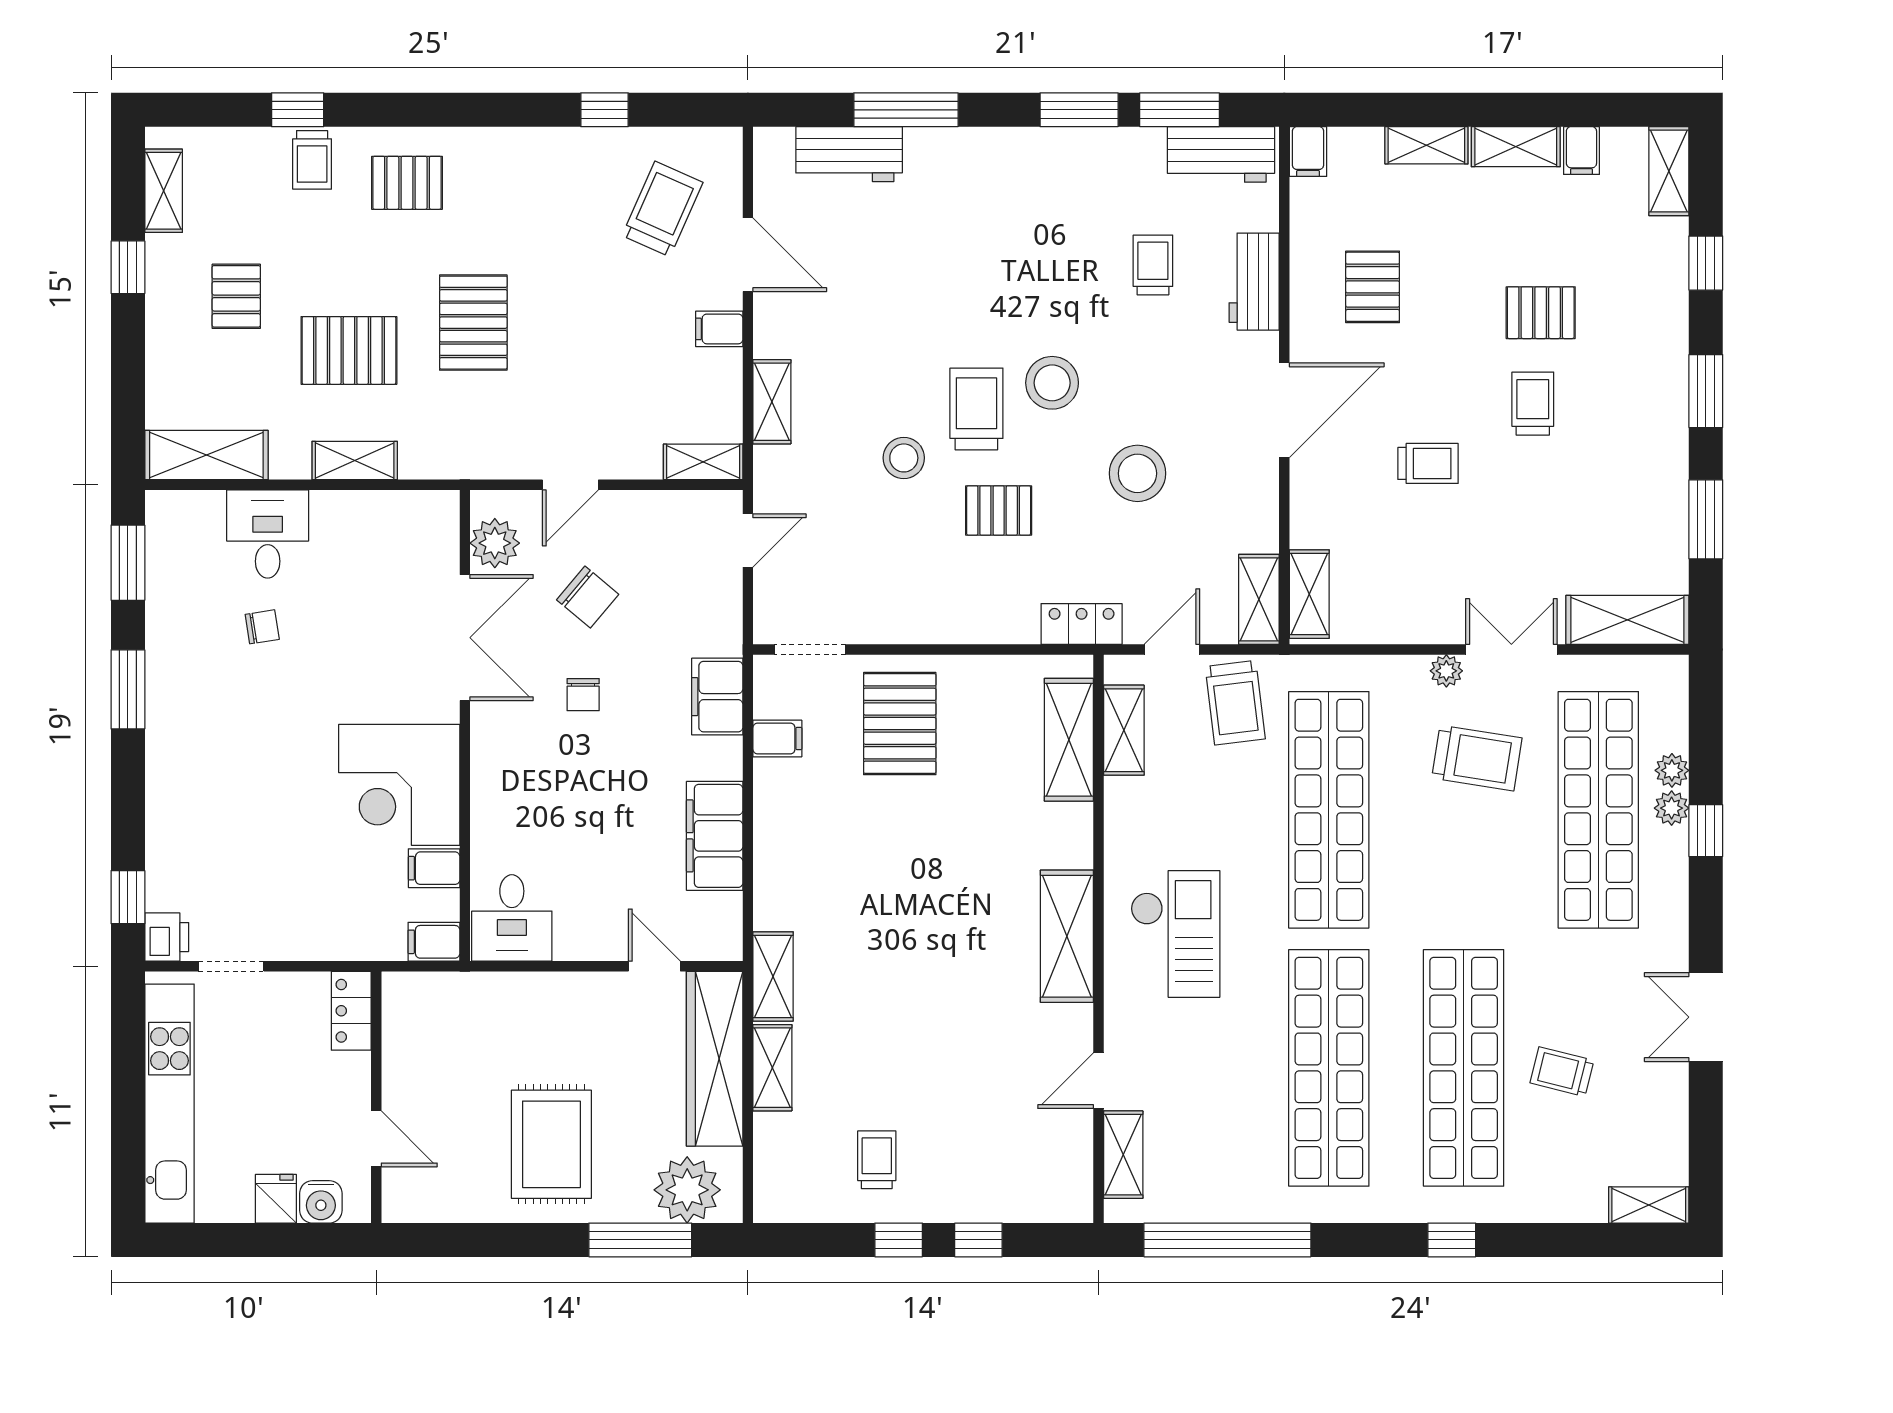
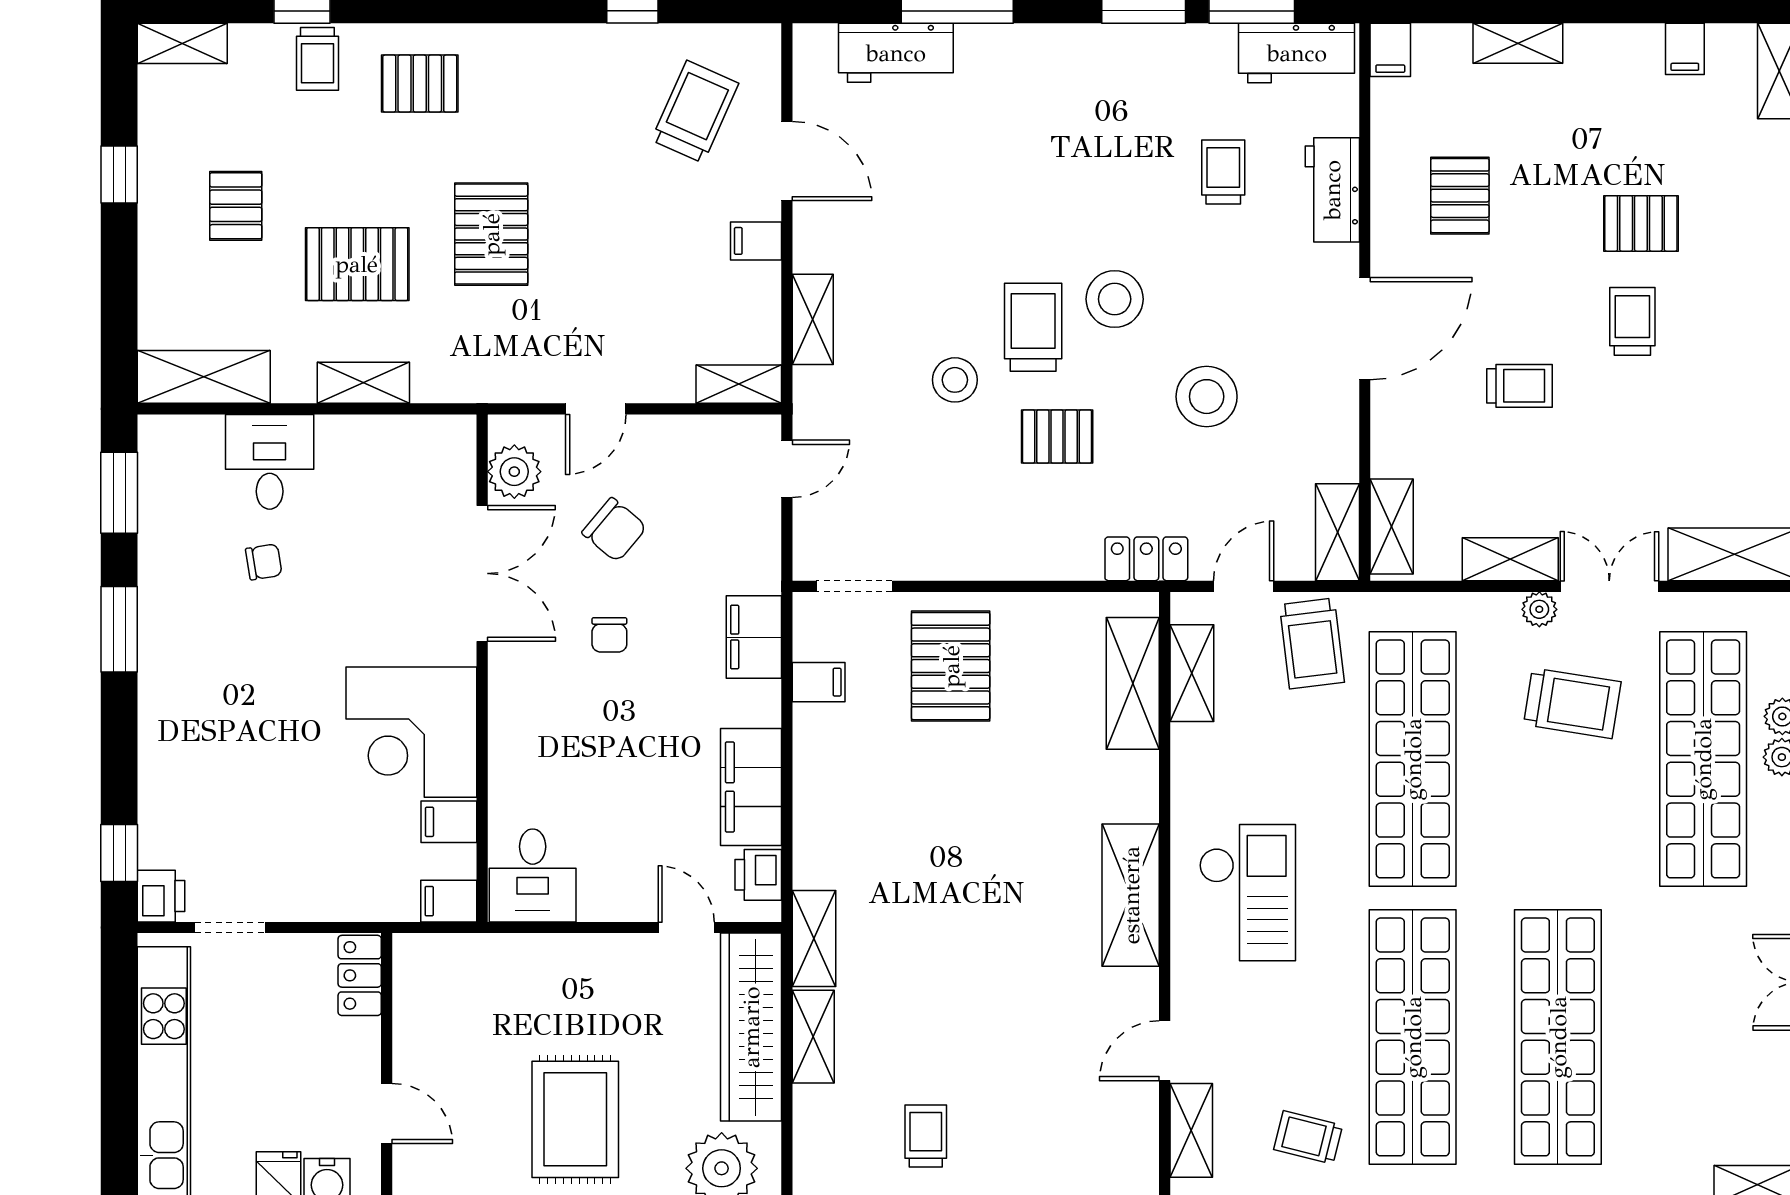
shelving: (1516, 147) -> (1510, 559), moved
shelving: (164, 191) -> (182, 43), moved, turned 90
printer: (721, 917) -> (758, 875), added
trolley: (1562, 1072) -> (1308, 1137), moved

